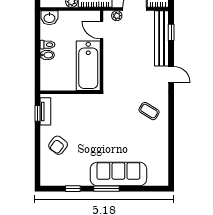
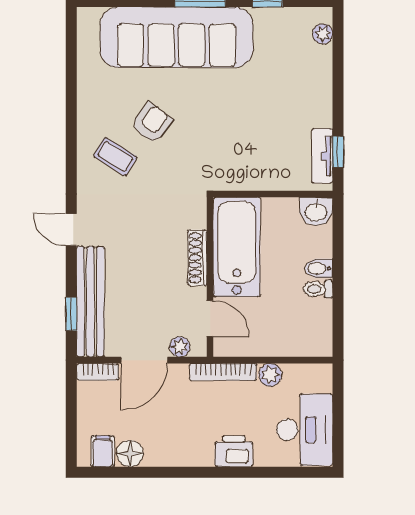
washbasin: (49, 18) -> (316, 211), moved, turned 180
shoe rack: (108, 60) -> (197, 258), added
armchair: (58, 145) -> (152, 123), moved
plant: (45, 173) -> (323, 34), added
sofa: (118, 174) -> (176, 37), width x1.36, depth x1.27

